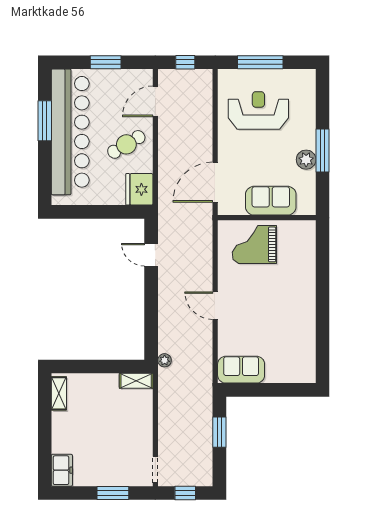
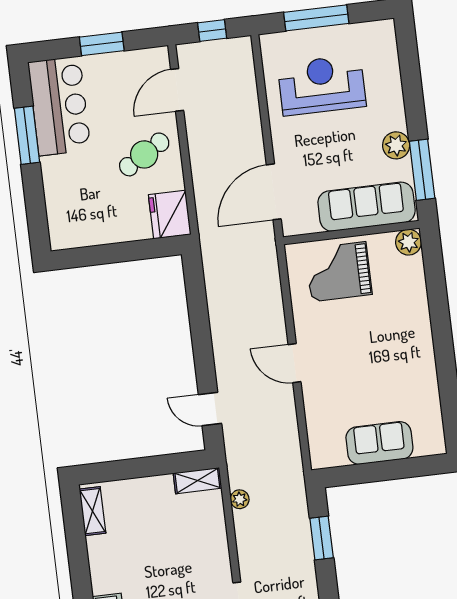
bar counter: (70, 132) -> (59, 106), width x0.54
window: (322, 151) -> (422, 170), moved
sofa: (271, 201) -> (367, 207), width x1.36
plant: (307, 229) -> (408, 242), added
door: (151, 255) -> (210, 409), moved
plant: (165, 360) -> (240, 499), moved
sofa: (241, 370) -> (379, 443), moved

